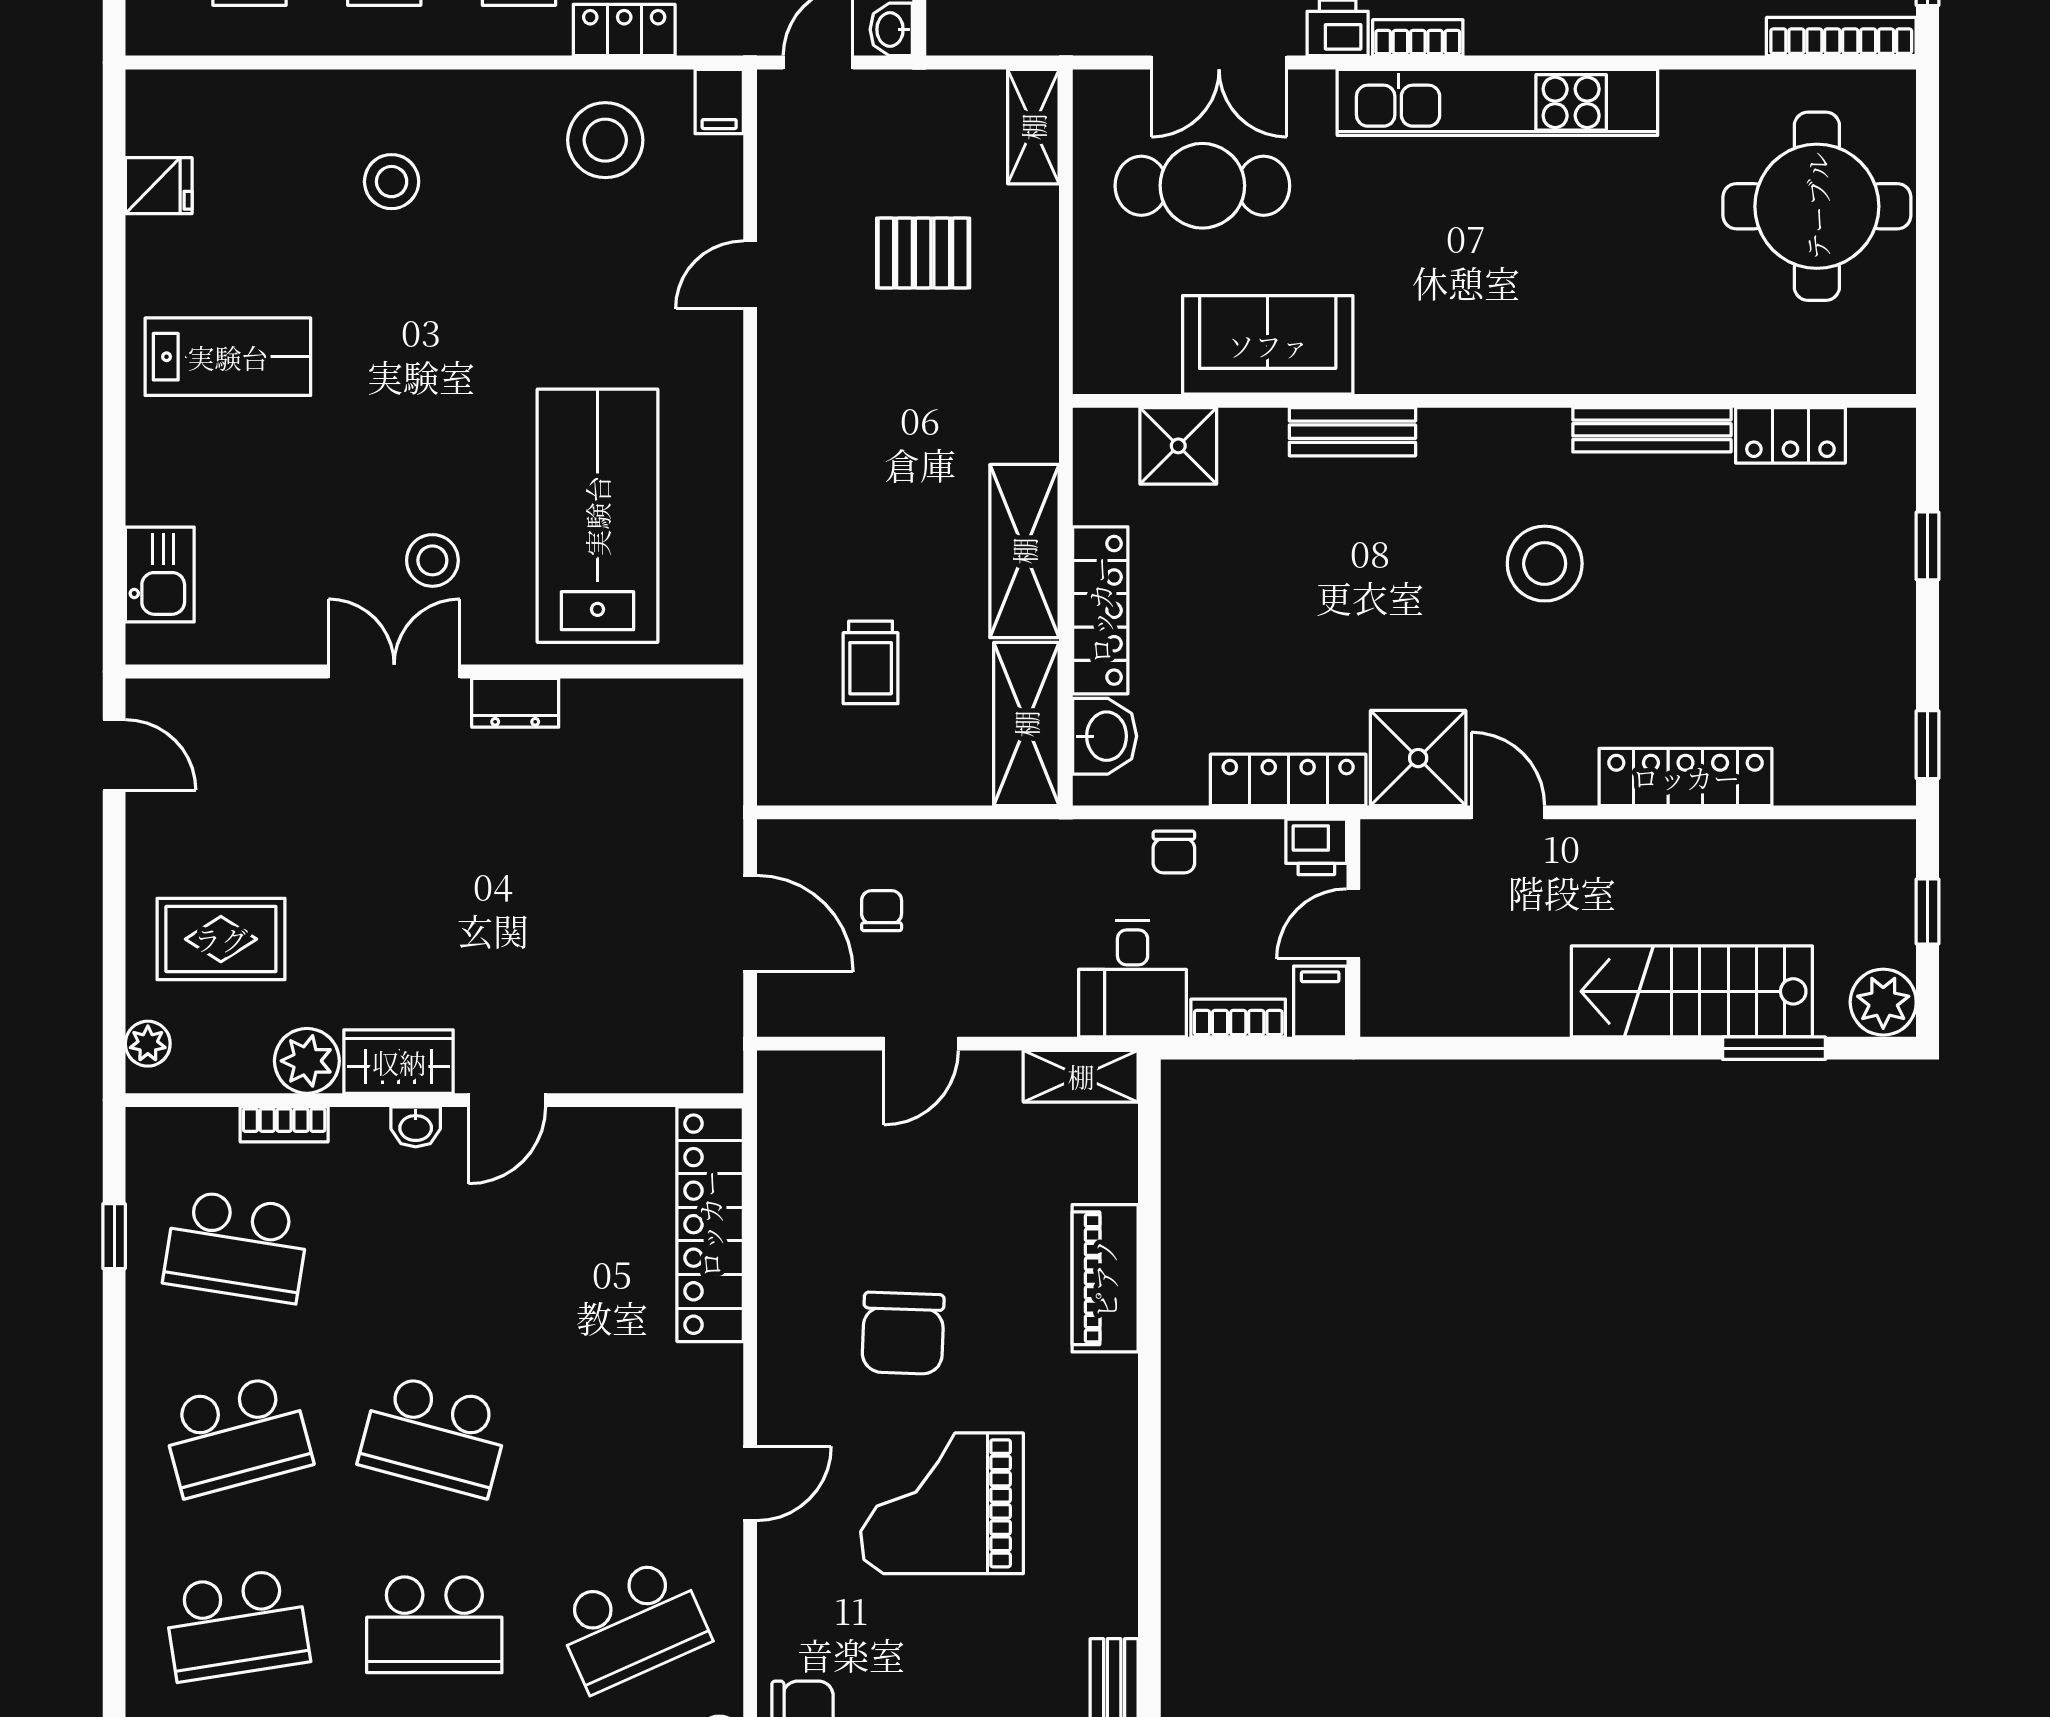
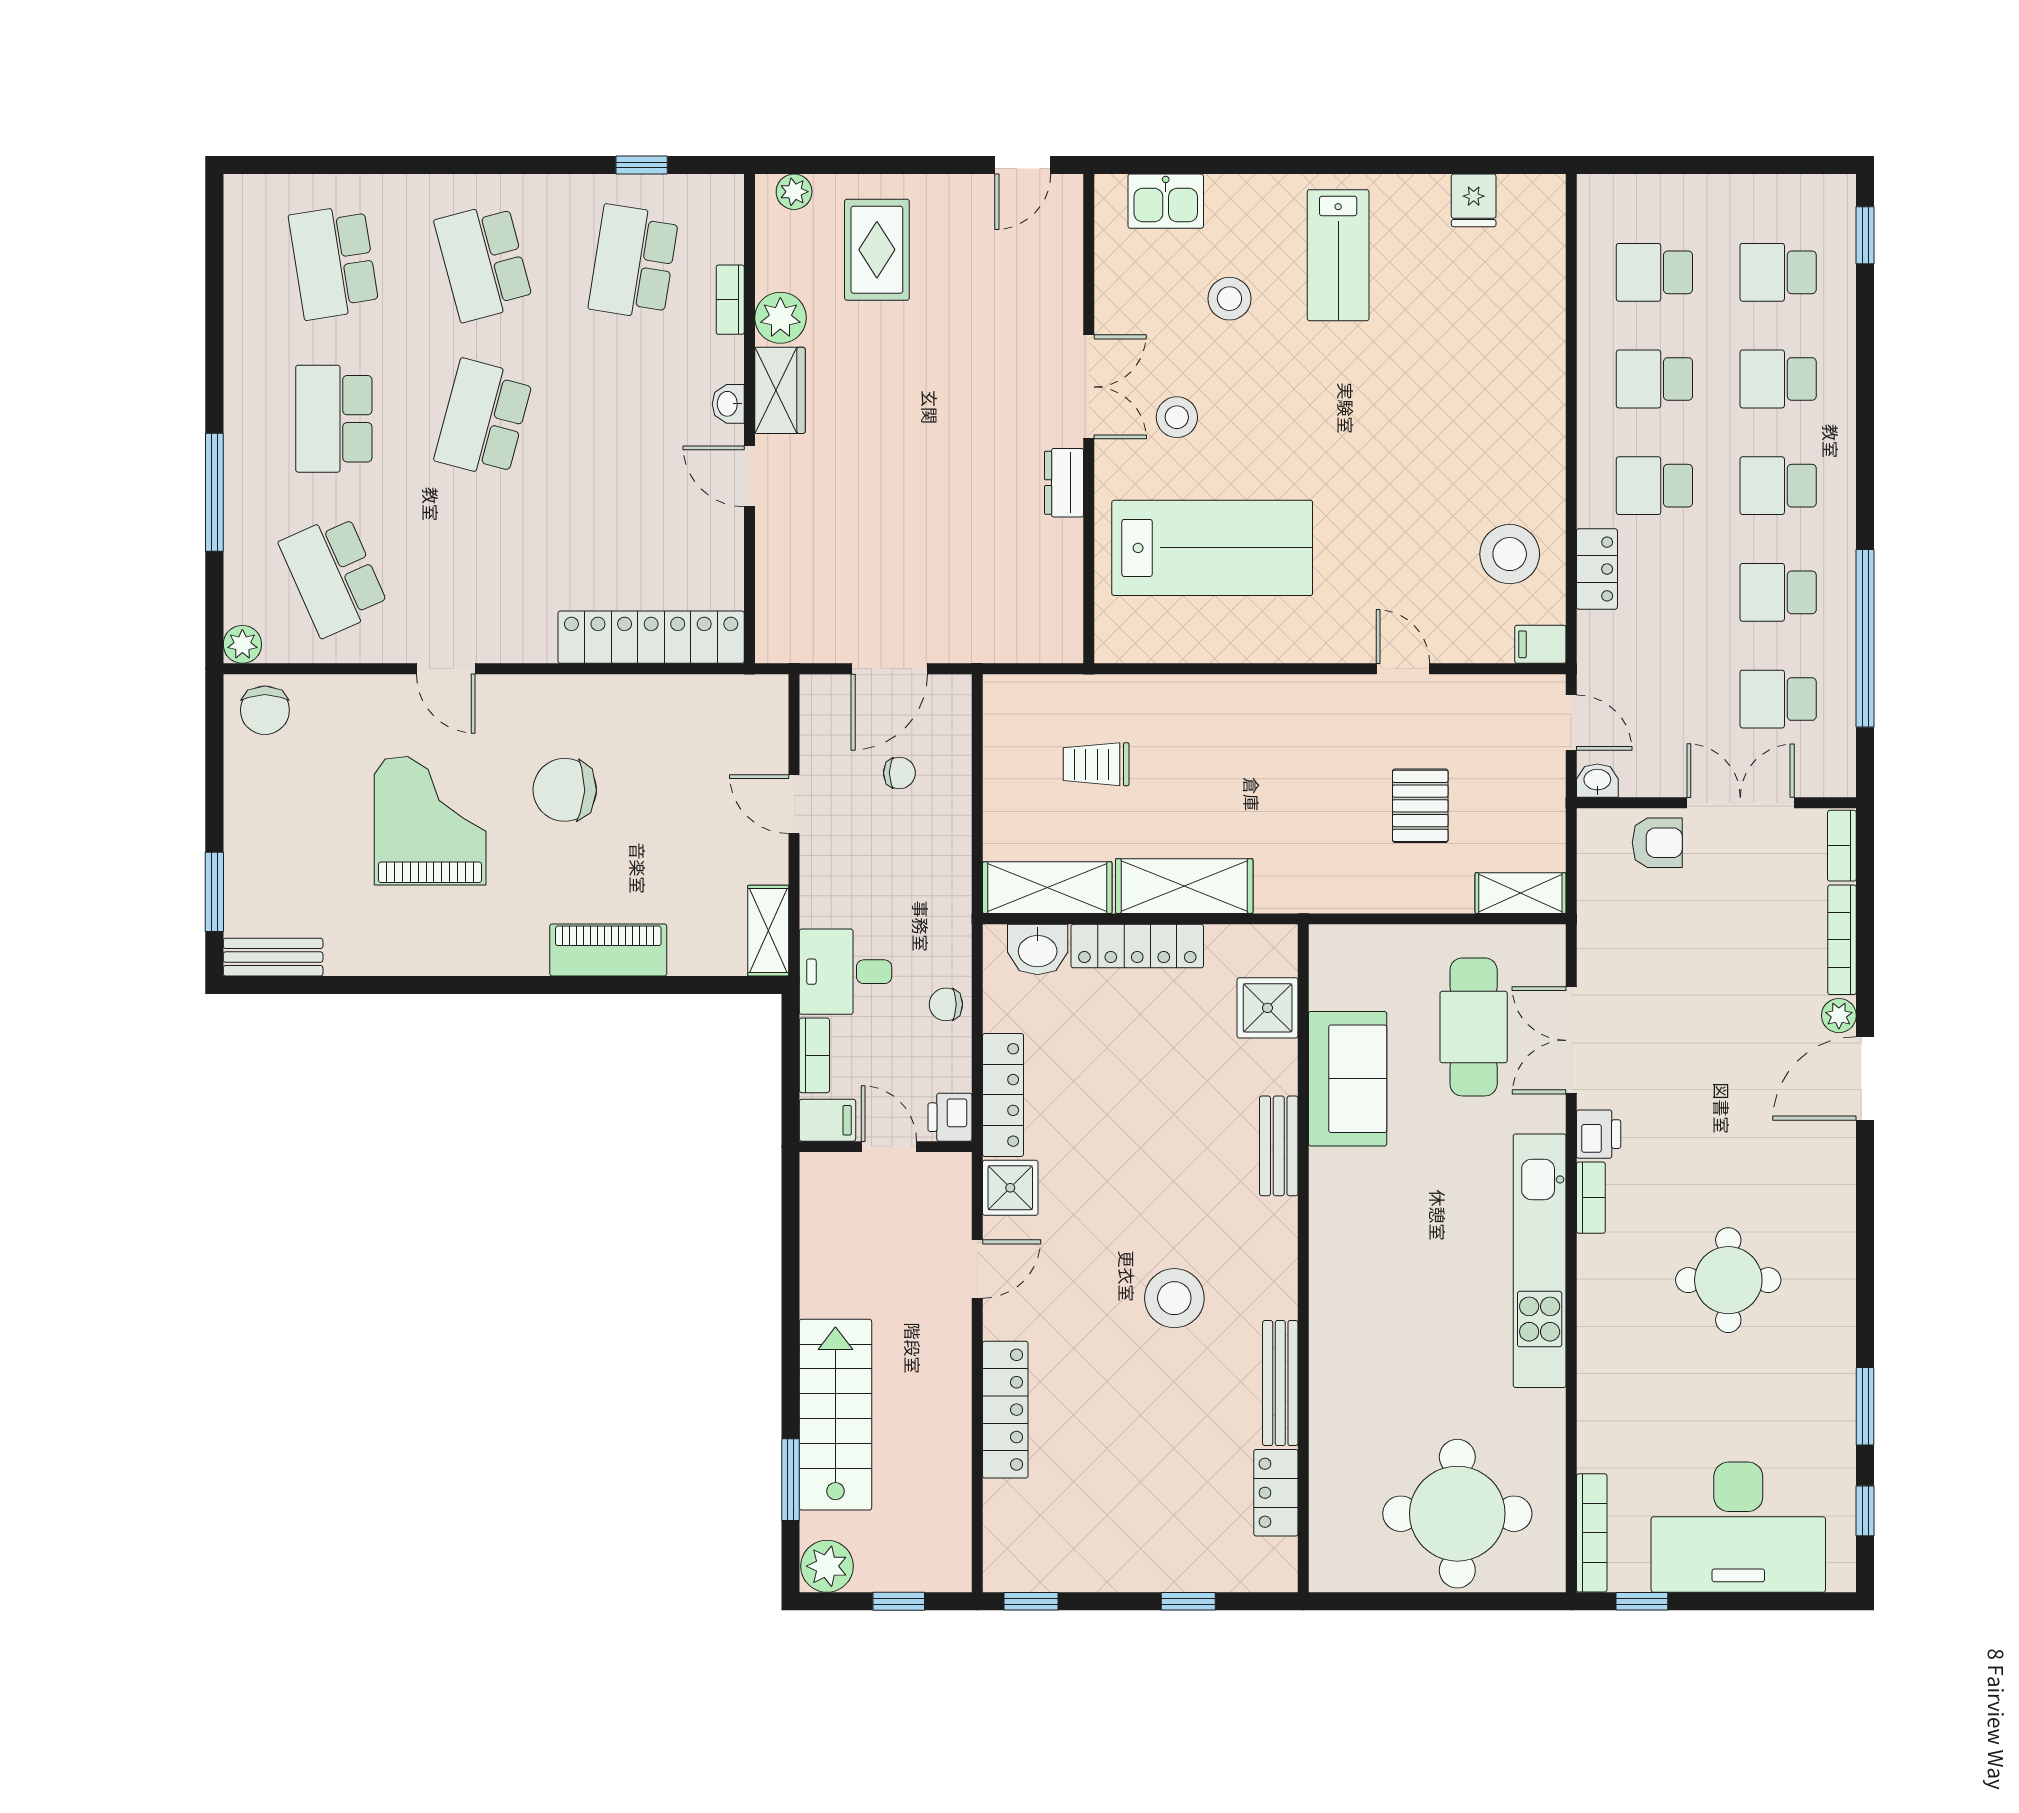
stool: (392, 182) -> (1229, 299), moved
shower: (1418, 758) -> (1010, 1188), width x0.73, depth x0.73

